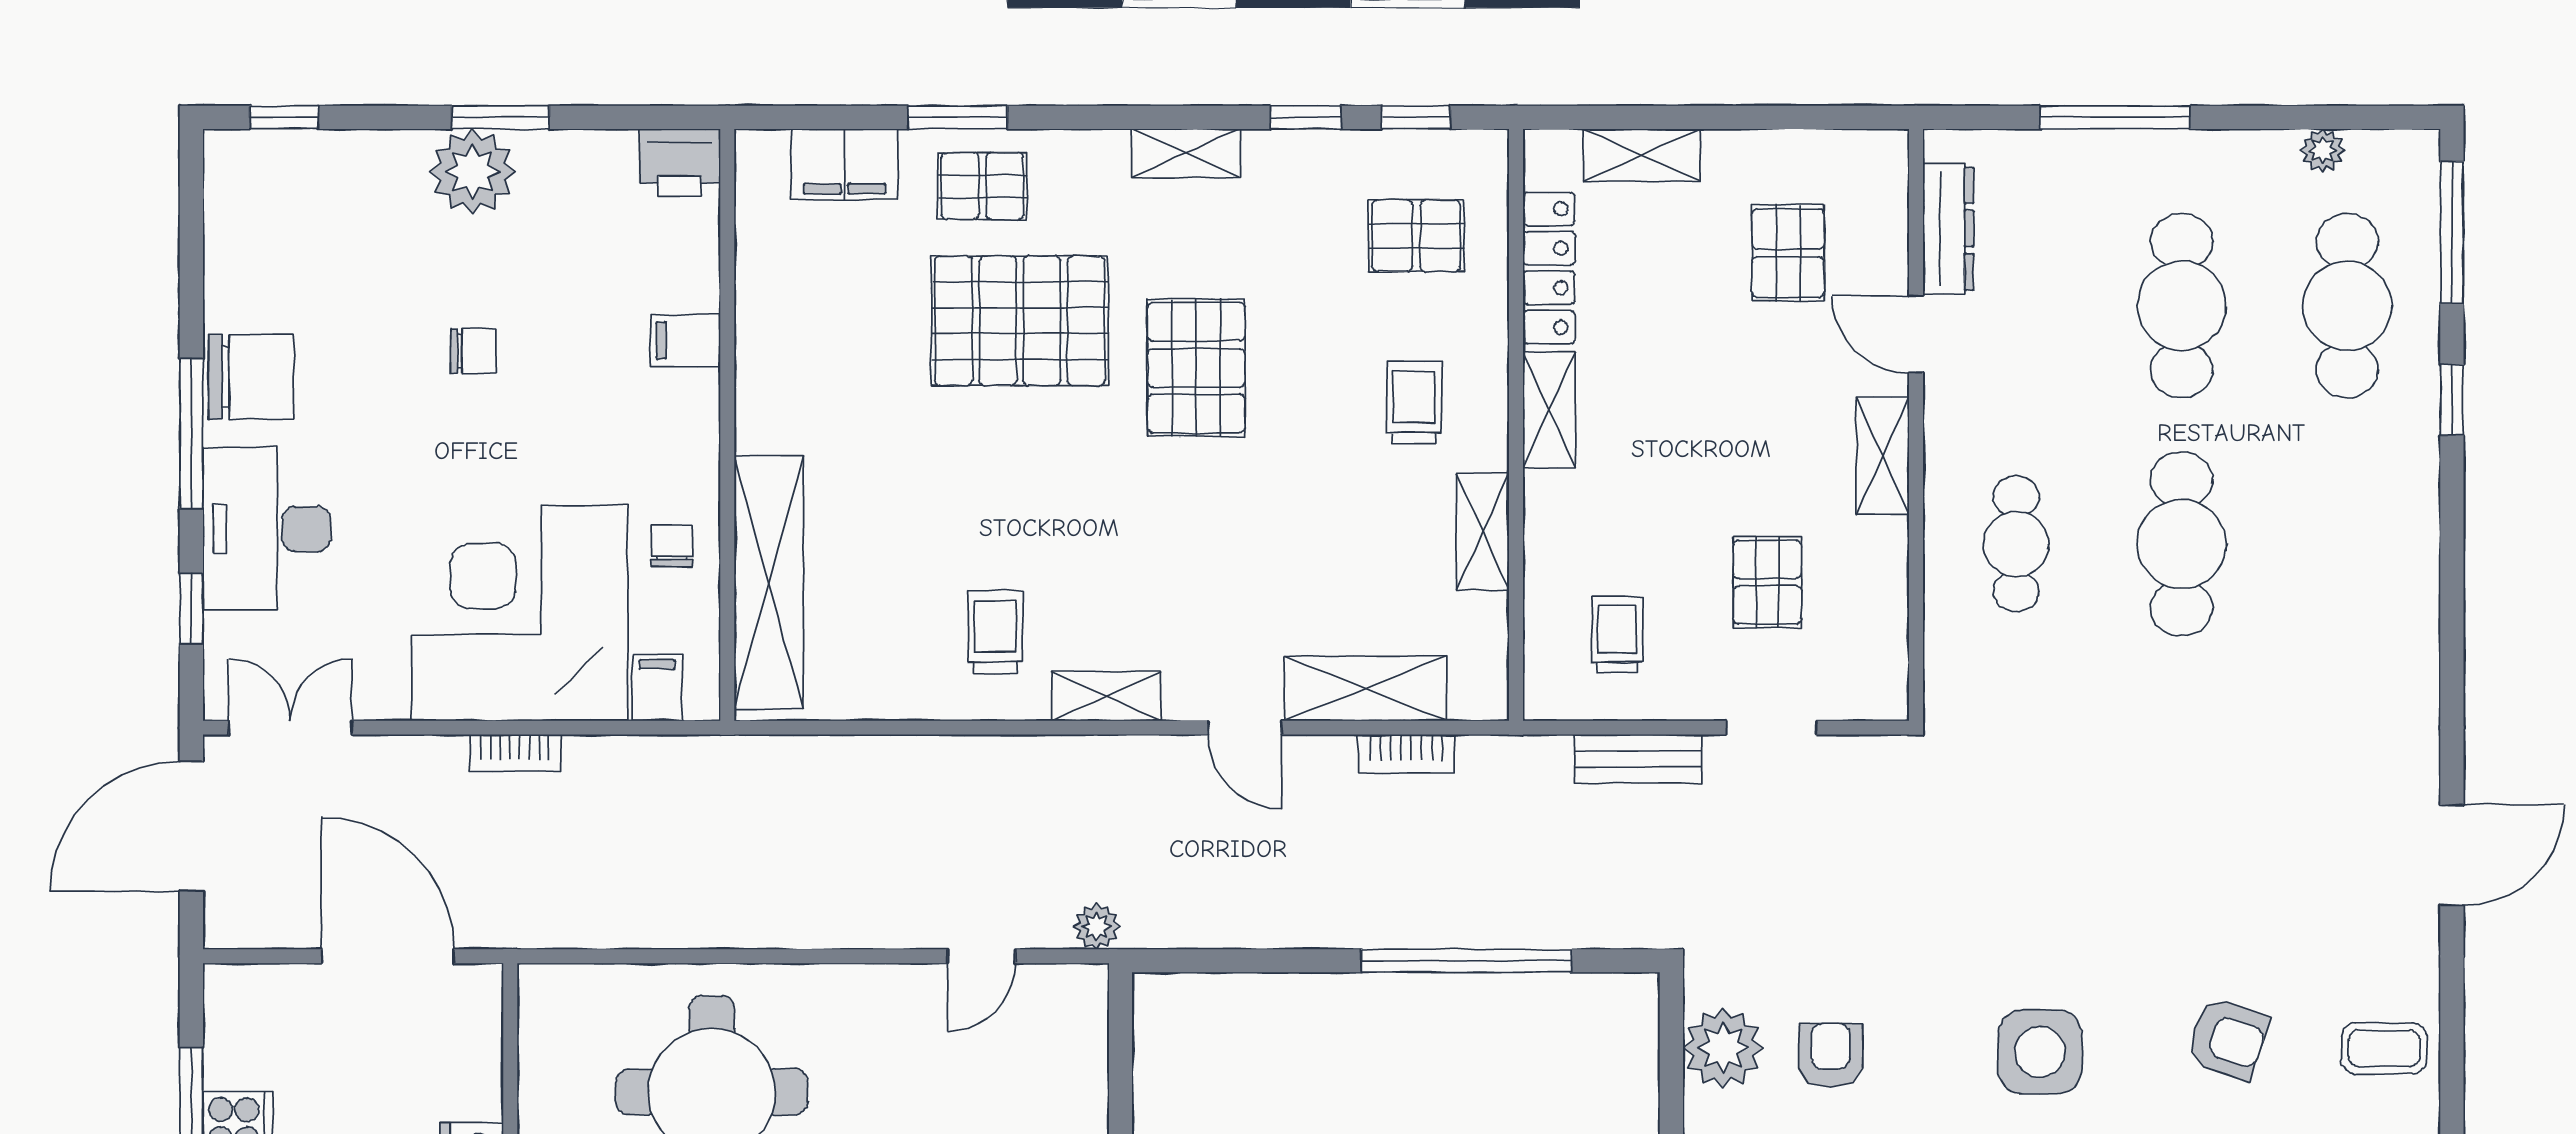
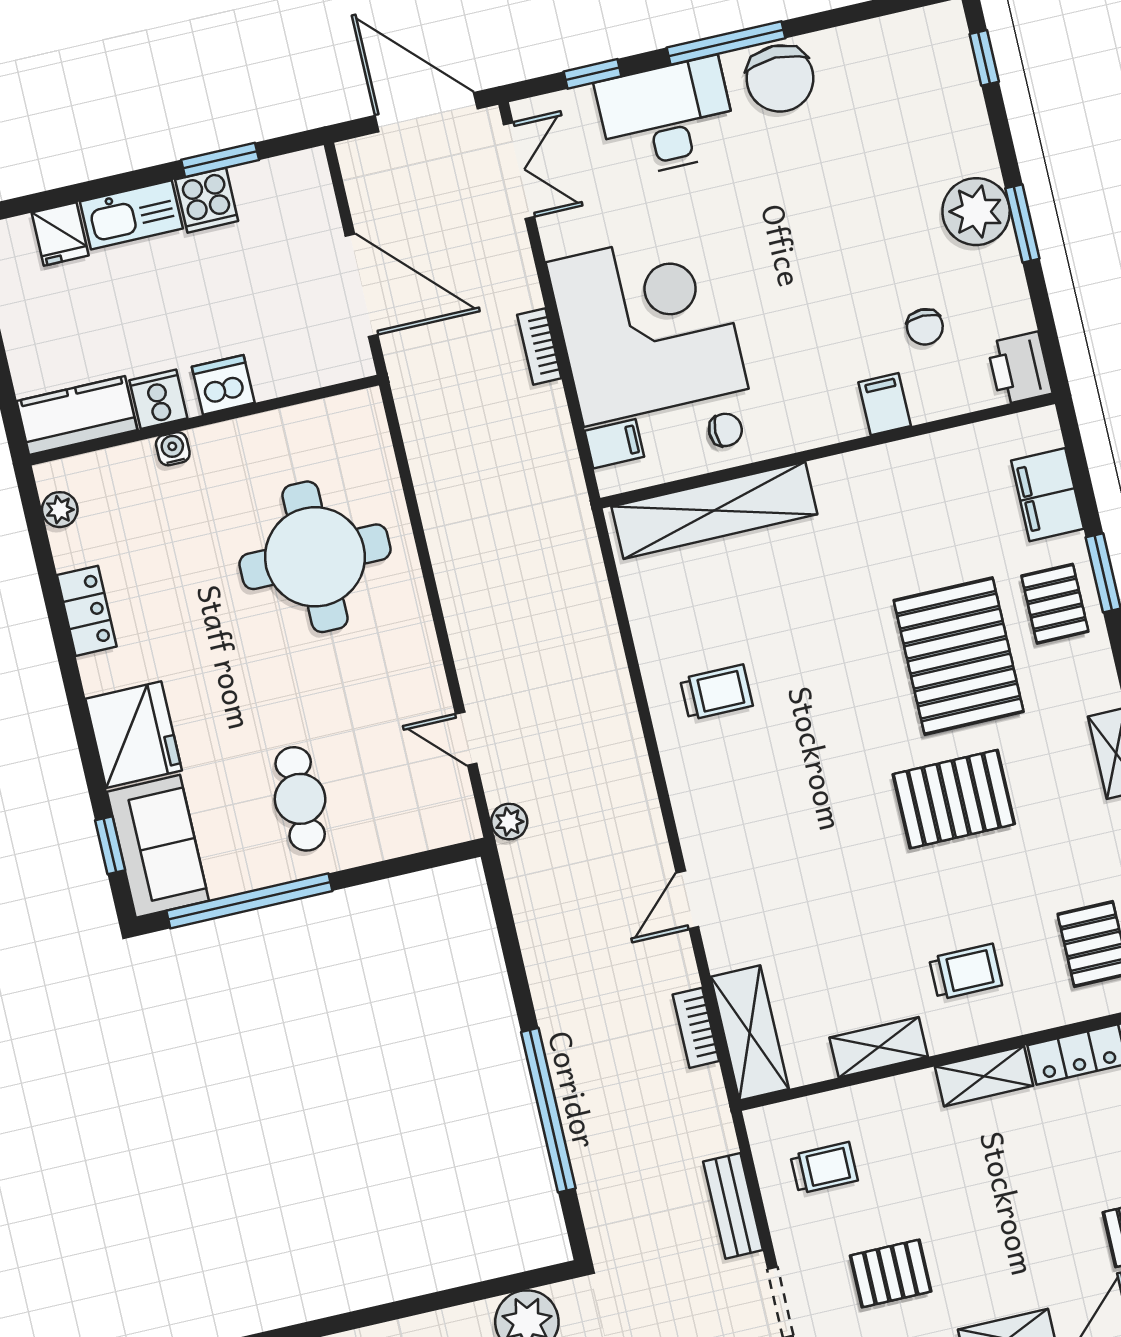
chair: (473, 351) -> (925, 327), moved
shelving: (1365, 688) -> (750, 1033), moved
shelving: (1106, 696) -> (687, 788), removed
door: (388, 956) -> (362, 285), hinge flipped

